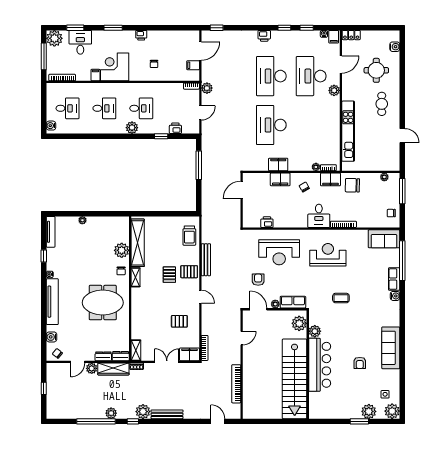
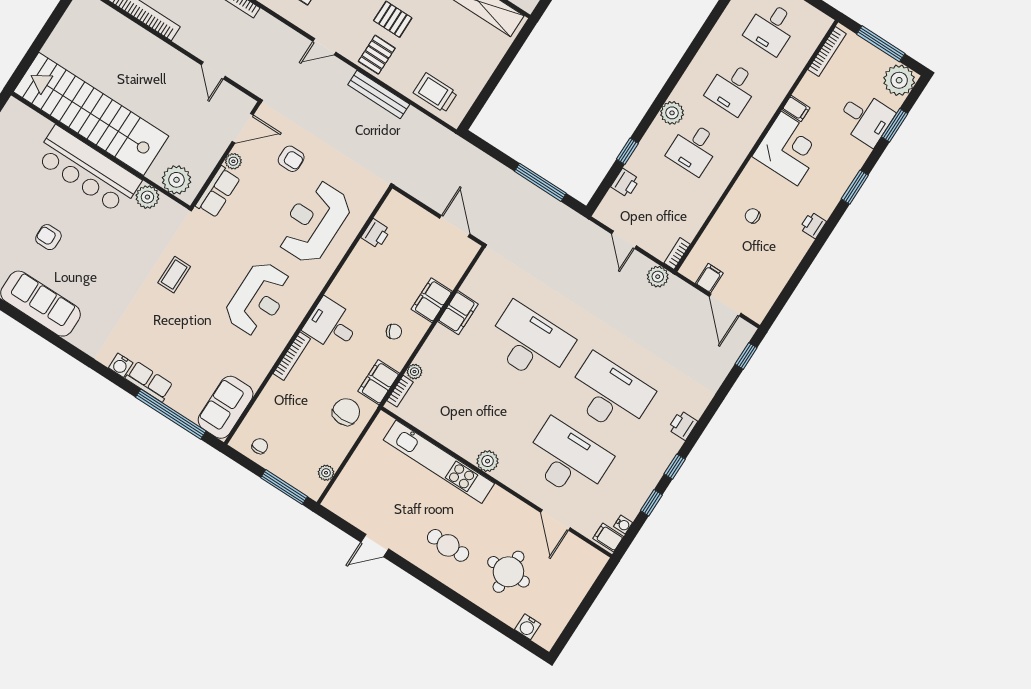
locker: (351, 35) -> (592, 568), removed
plant: (334, 90) -> (488, 461), moved

